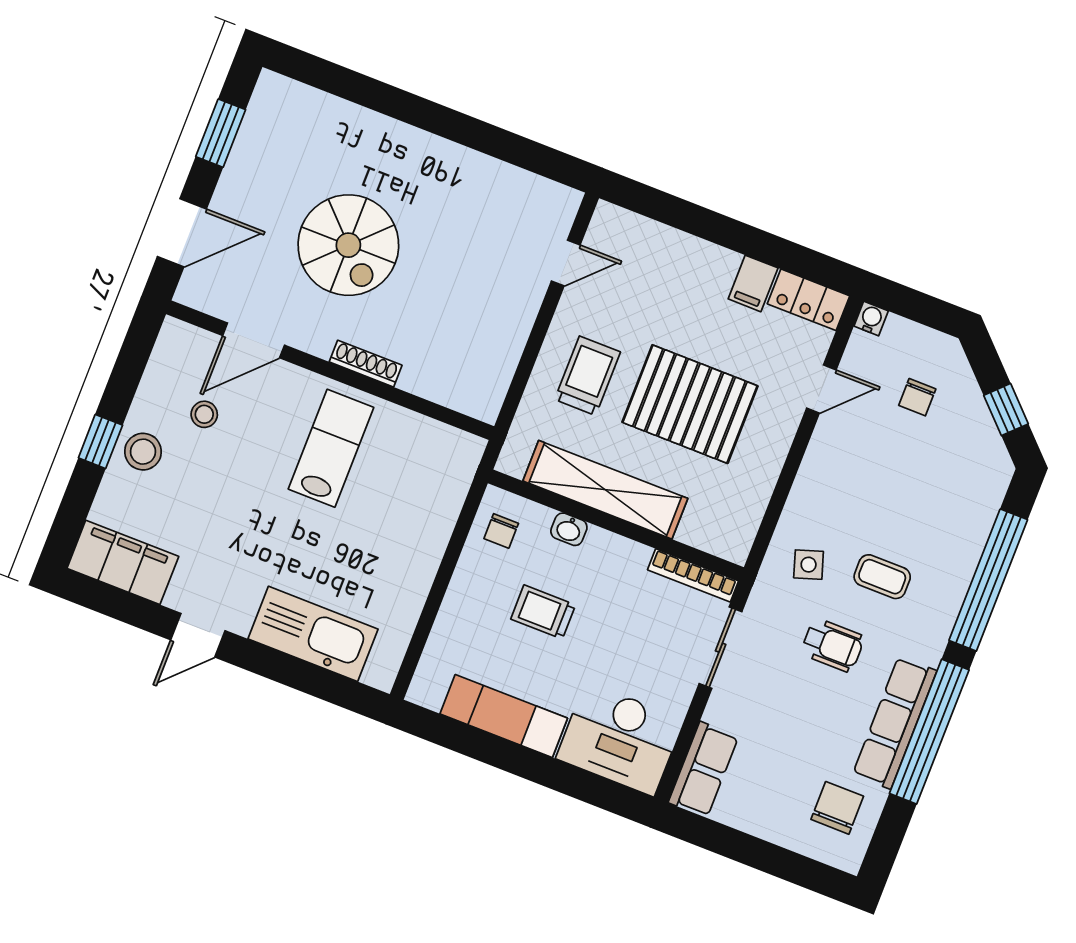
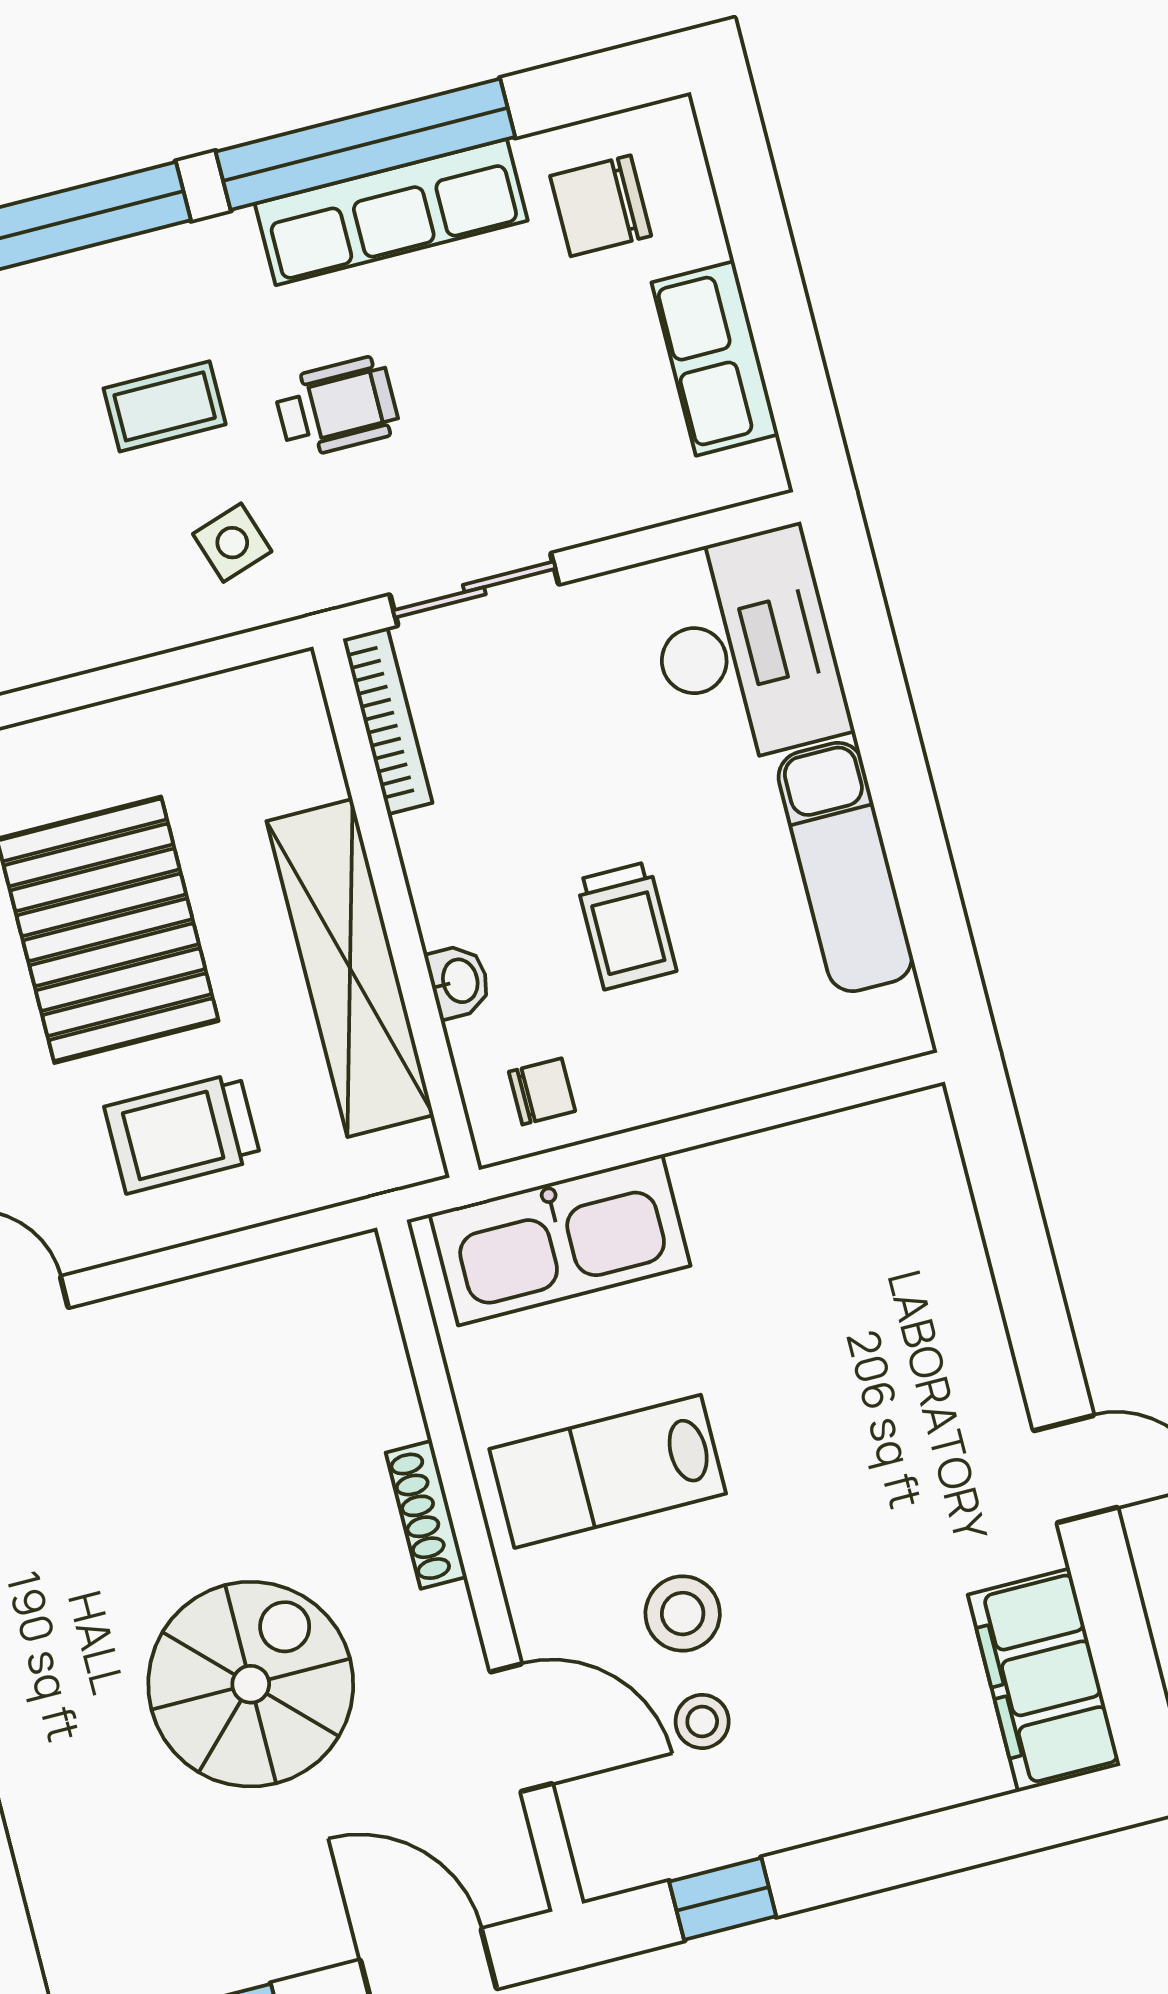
window: (100, 441) -> (723, 1899), moved
stool: (143, 452) -> (683, 1614), moved
coffee table: (882, 577) -> (165, 406), turned 90
kitchen sink: (313, 634) -> (560, 1240), moved, turned -90
wheelchair: (833, 645) -> (337, 407), turned 90
row of seats: (703, 769) -> (715, 358), moved, turned -90

